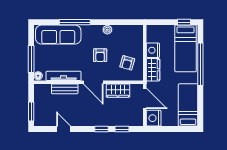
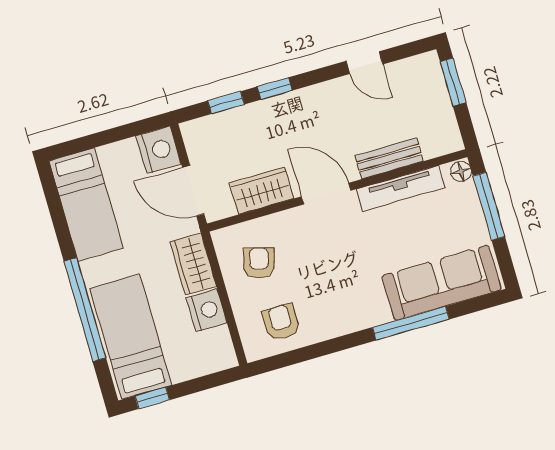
plant: (107, 30) -> (329, 328), removed
armchair: (100, 55) -> (281, 322), moved

